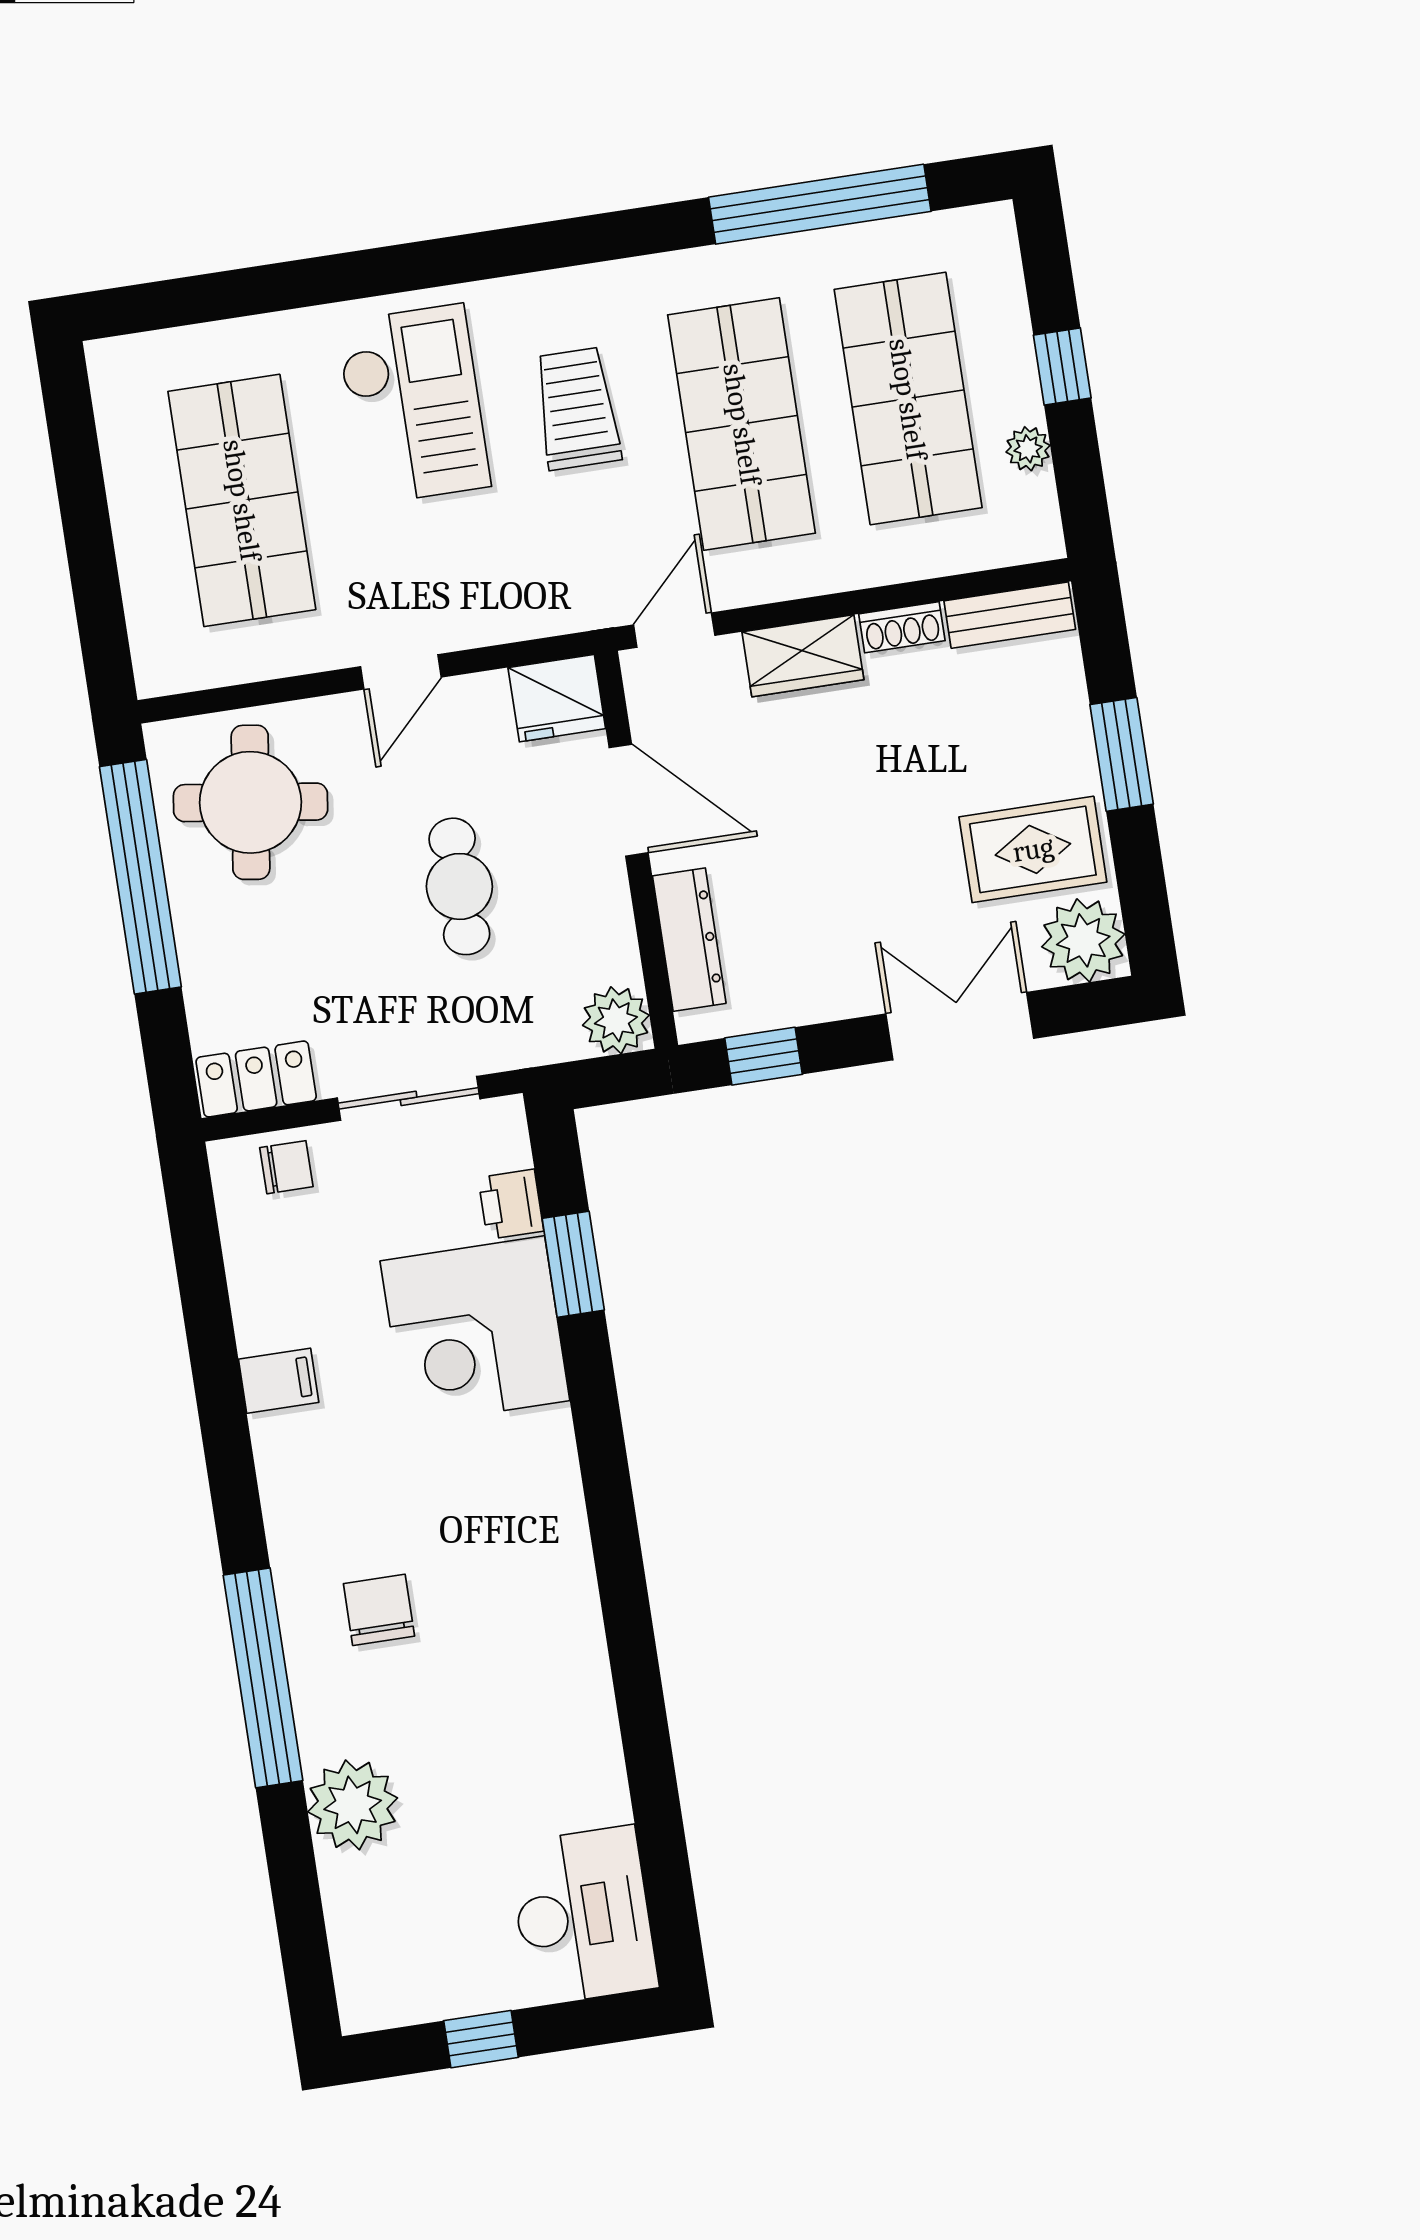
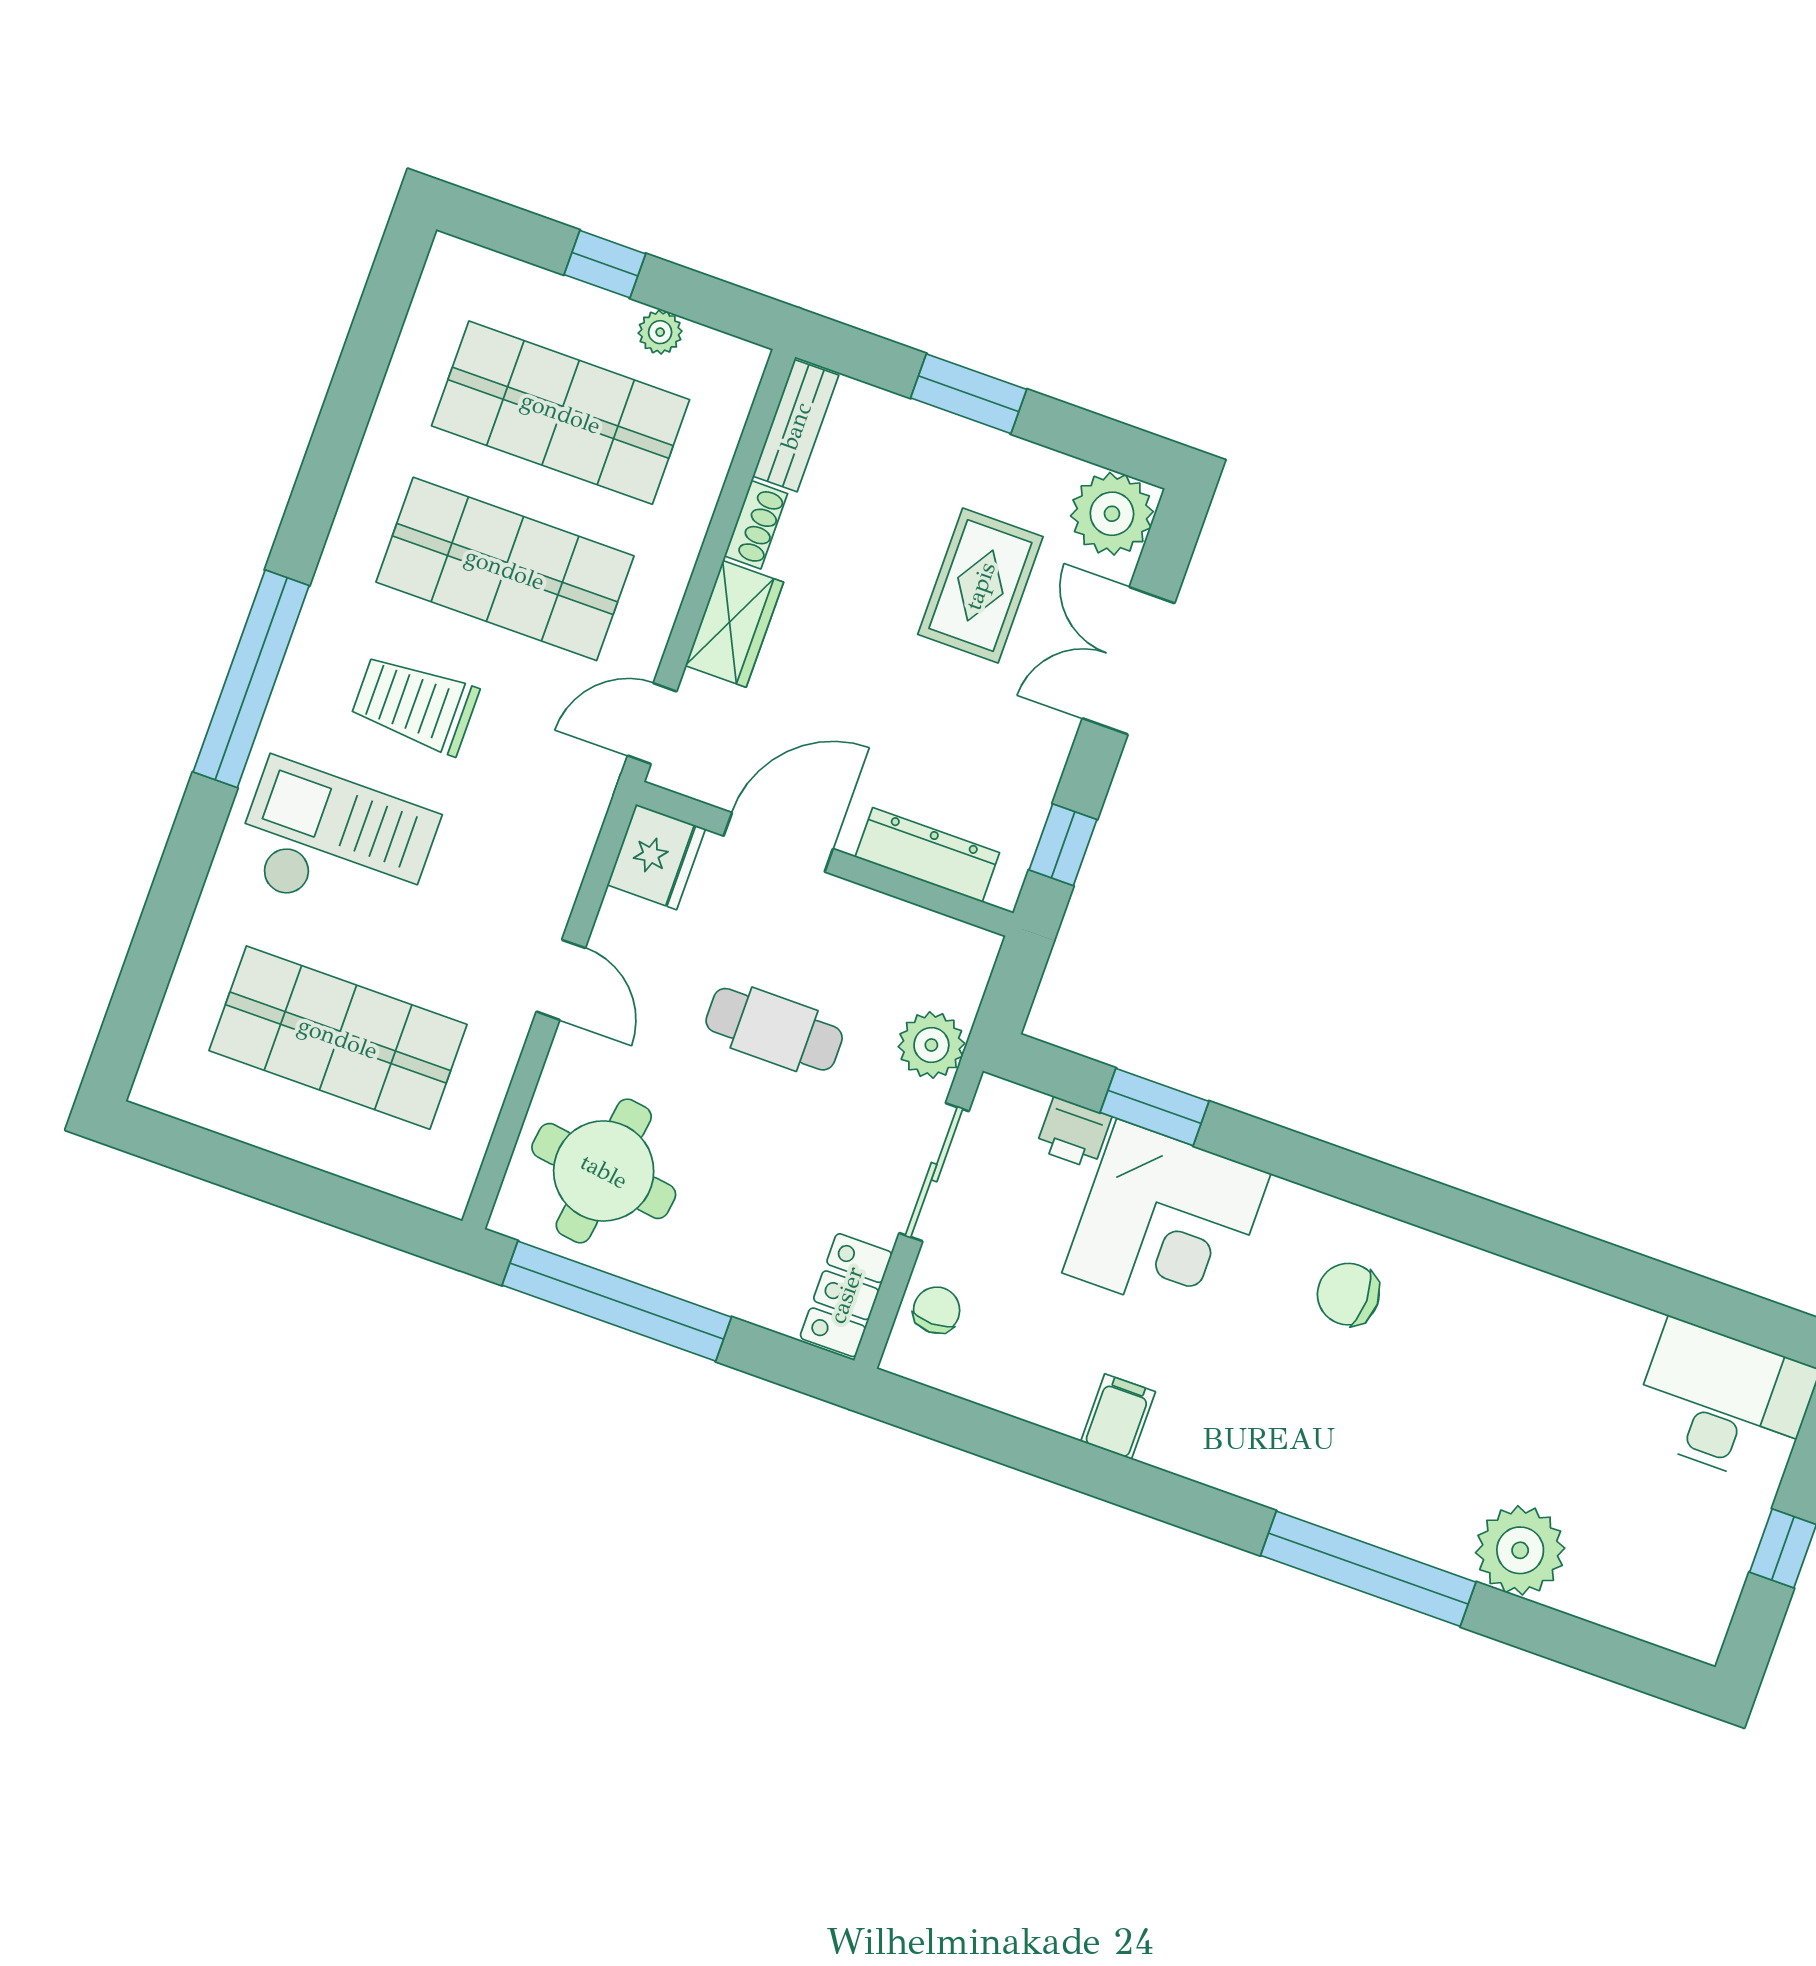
window: (820, 204) -> (251, 679), moved
door: (674, 630) -> (652, 723), hinge flipped
rug: (1033, 849) -> (980, 586), moved
plant: (616, 1020) -> (931, 1045), moved
chair: (379, 1610) -> (1348, 1294), moved

